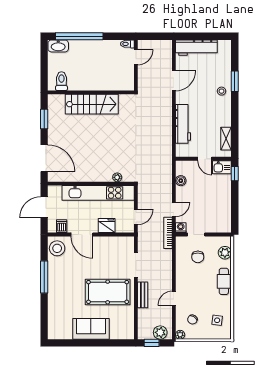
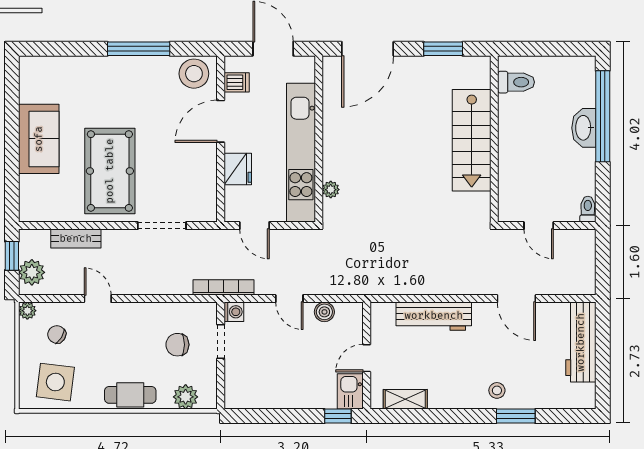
washbasin: (58, 46) -> (584, 128), moved
door: (136, 57) -> (539, 226), moved
door: (174, 209) -> (289, 299), moved
bench: (143, 295) -> (76, 239), moved
side table: (217, 320) -> (55, 382), width x1.87, depth x1.87

